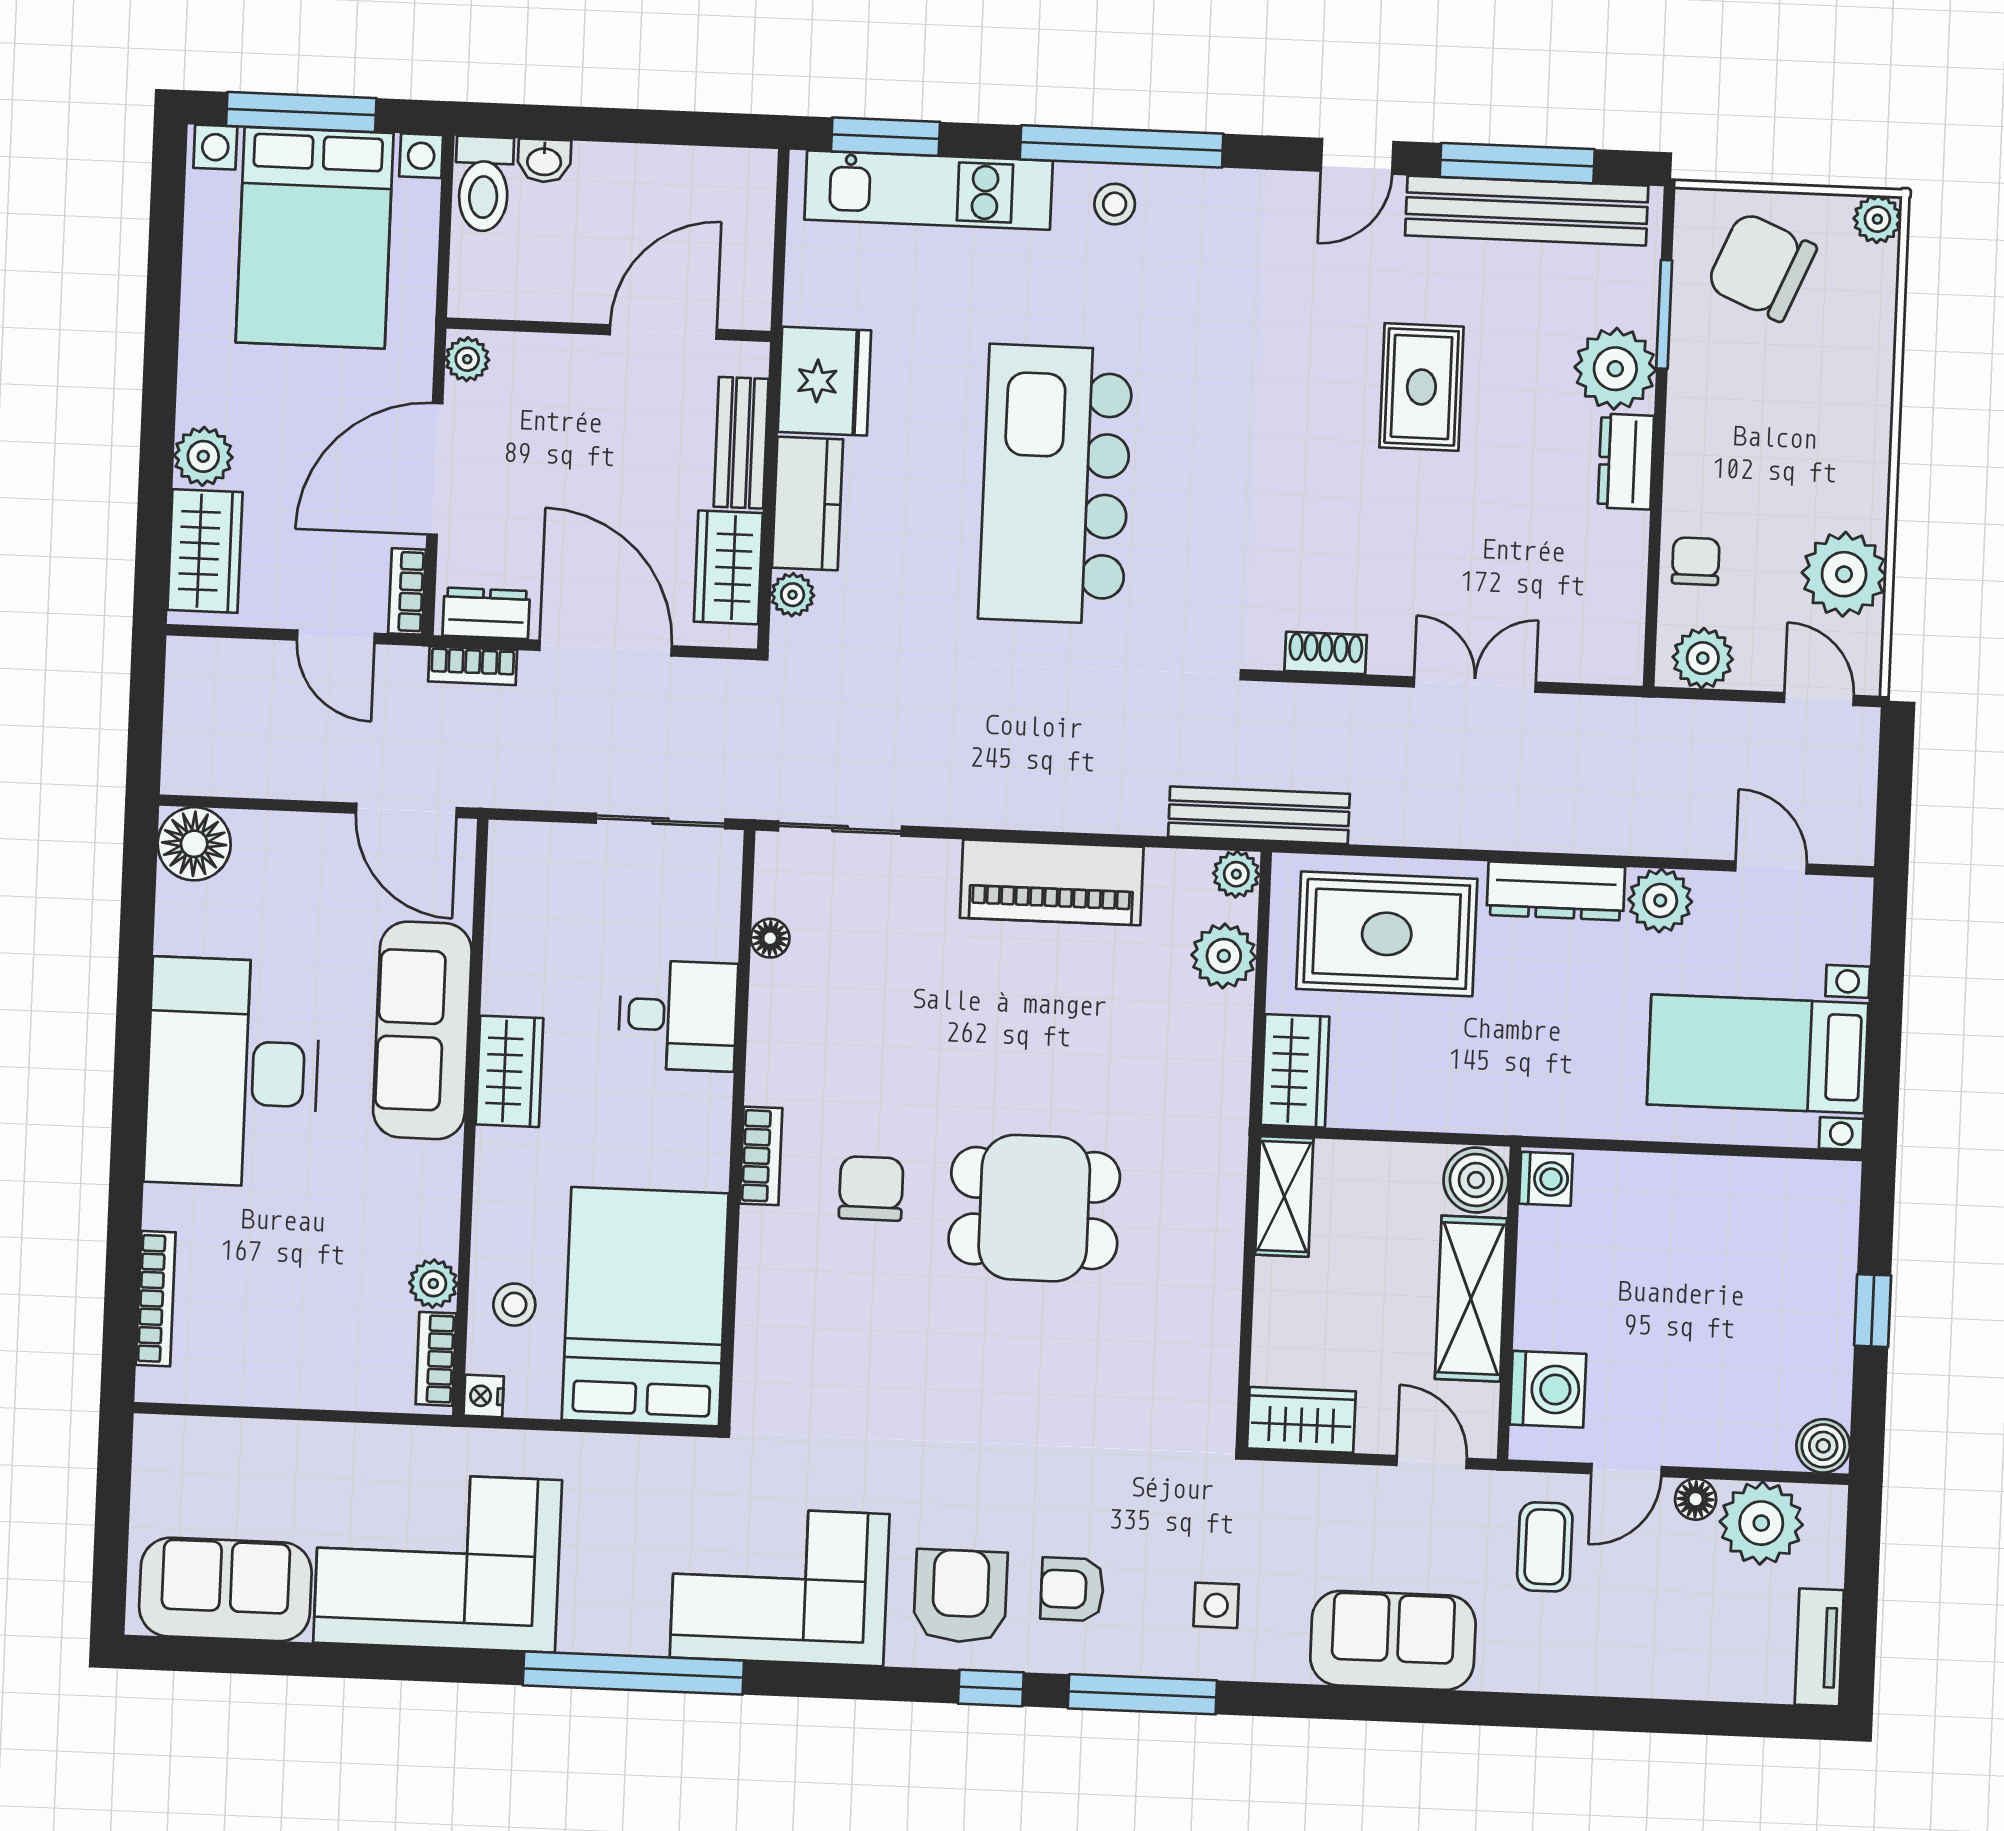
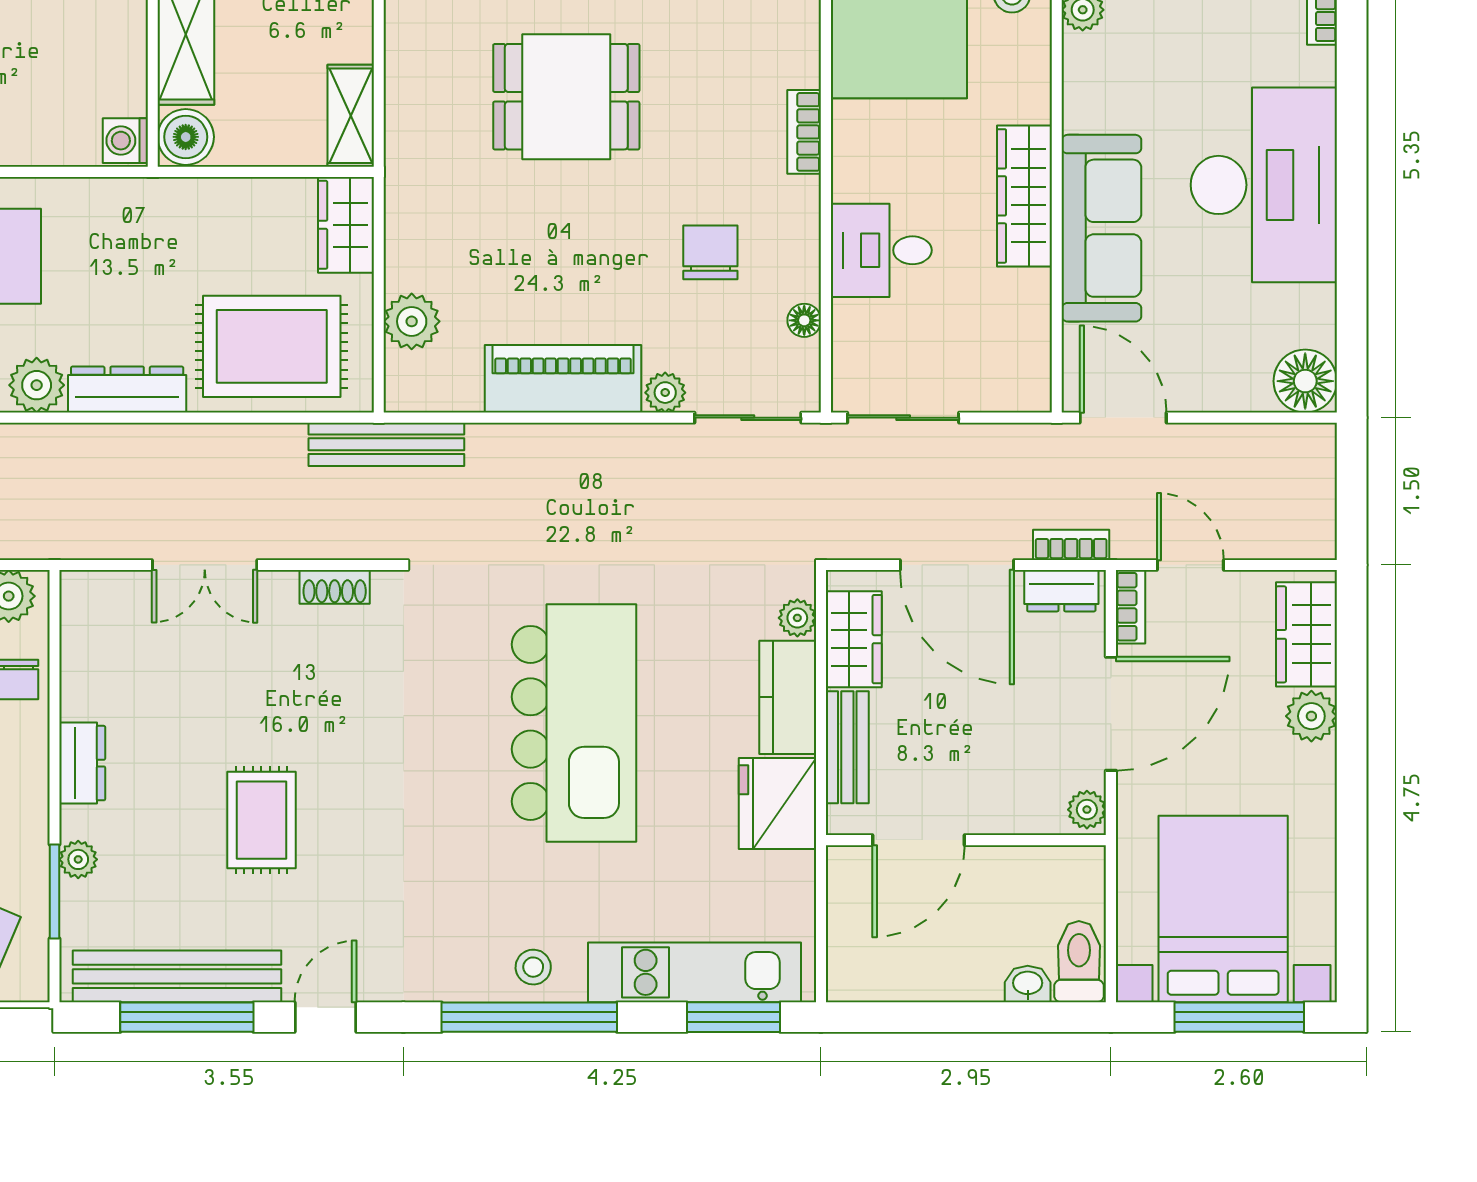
plant: (1615, 369) -> (78, 859), width x0.53, depth x0.53
plant: (1236, 874) -> (665, 393), moved
wardrobe: (510, 1071) -> (1025, 196), width x1.50
chair: (871, 1188) -> (710, 252), moved, turned 180

